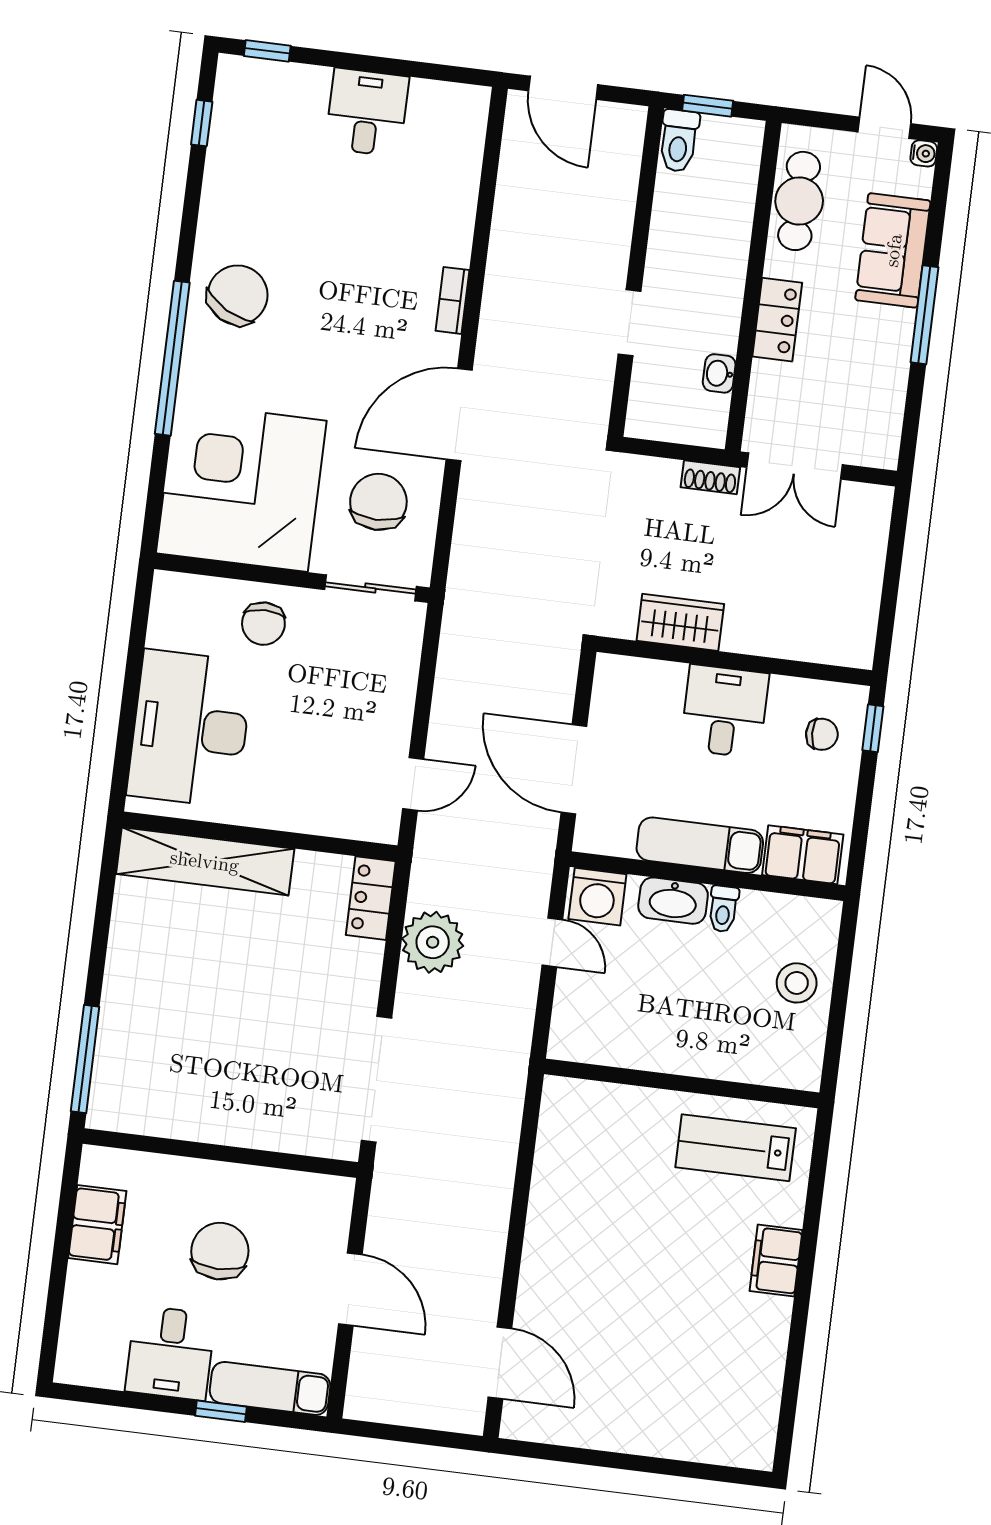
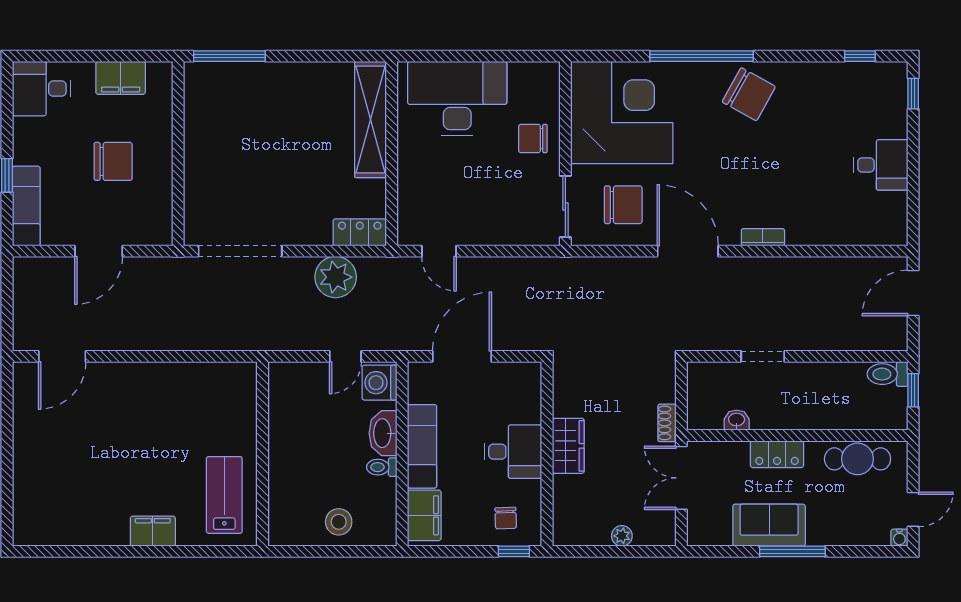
sofa: (893, 250) -> (769, 525), moved
plant: (870, 565) -> (622, 536), added
wardrobe: (680, 622) -> (568, 446), moved
desk: (170, 1353) -> (42, 89), moved

